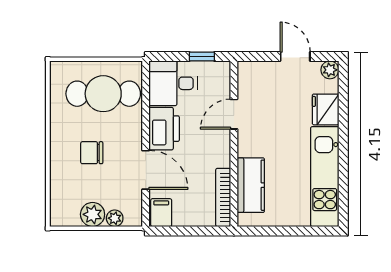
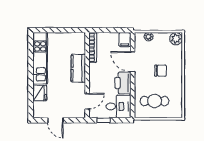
plant: (330, 70) -> (38, 113), removed
cafe table: (103, 94) -> (155, 101), width x0.73, depth x0.74
door: (234, 114) -> (87, 101), moved
kitchen counter: (251, 185) -> (78, 68), moved
plant: (93, 214) -> (176, 39), moved

